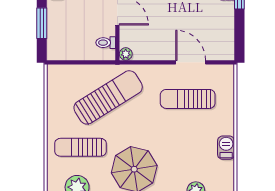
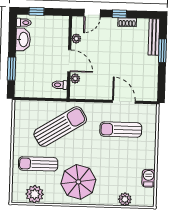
plant: (126, 54) -> (75, 79), moved
barbecue: (226, 148) -> (148, 178), moved

